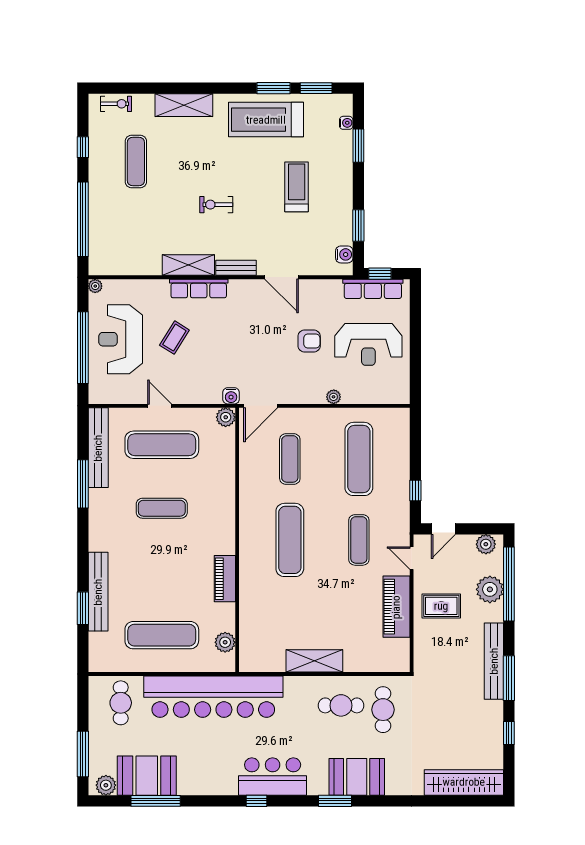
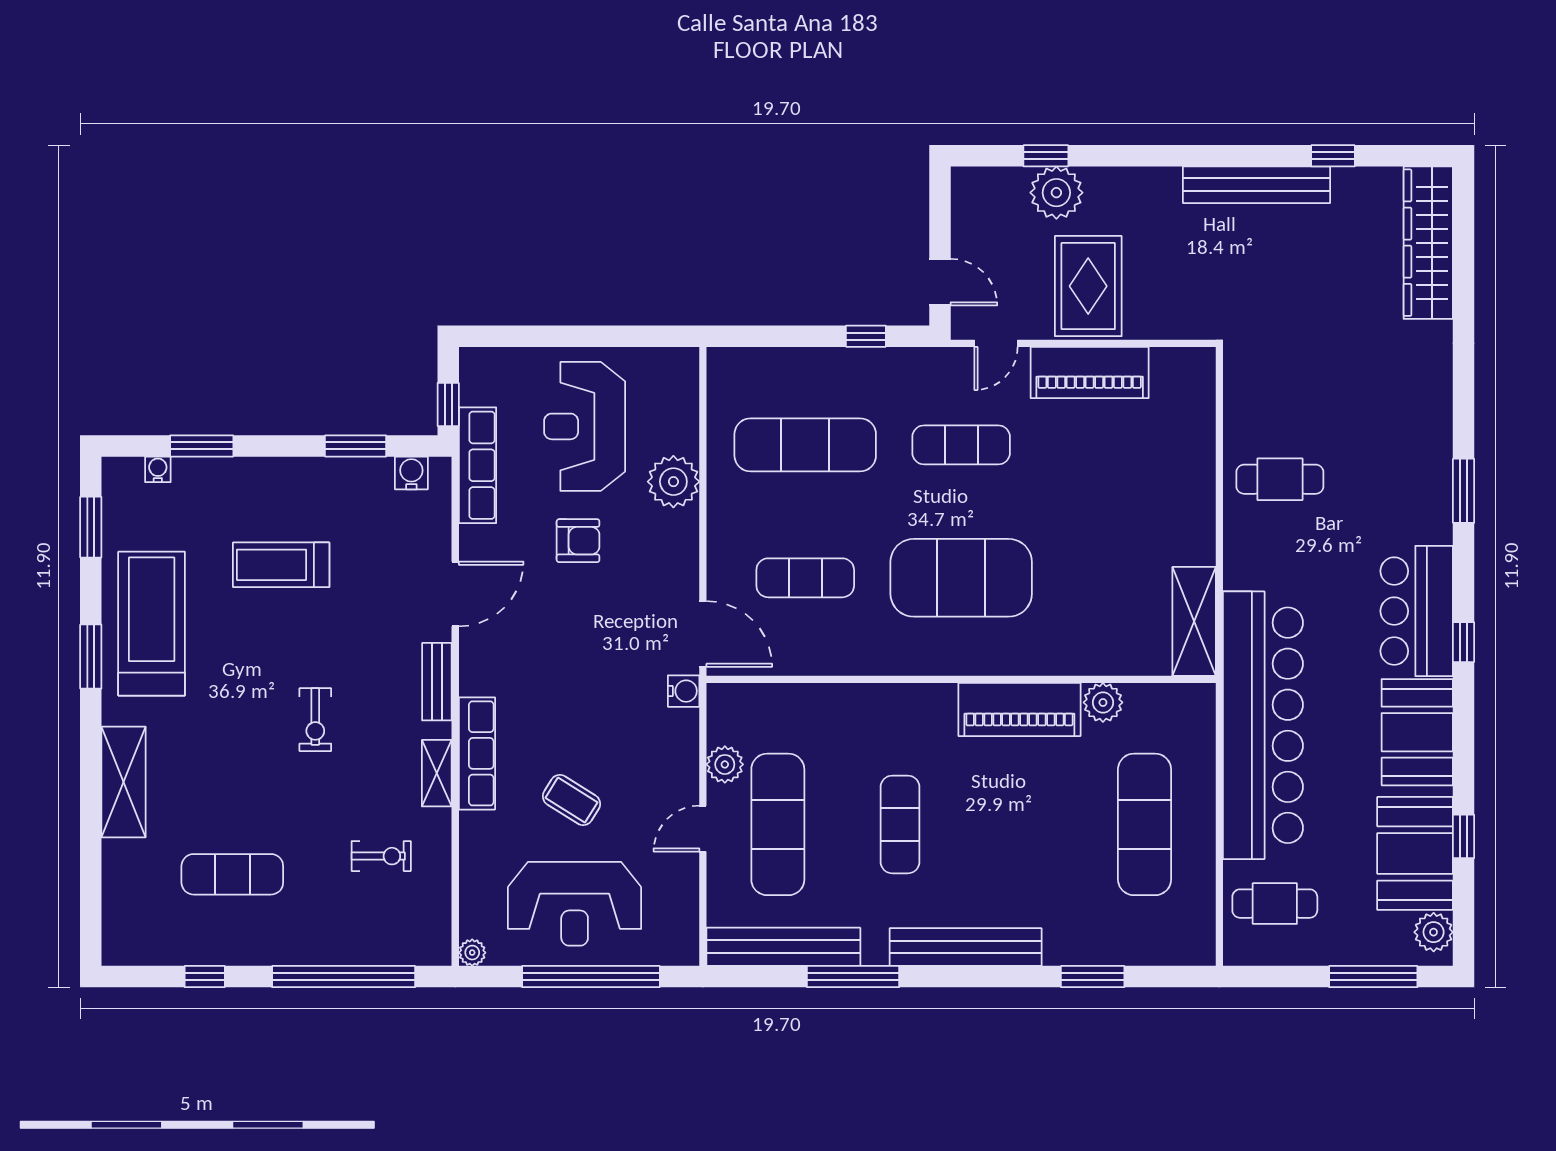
window: (274, 88) -> (91, 657), moved
exercise bike: (116, 104) -> (381, 856), moved, turned 90
treadmill: (266, 120) -> (152, 624), turned 180
shelving: (188, 265) -> (437, 773), width x0.67, depth x0.75
row of seats: (373, 289) -> (478, 465), moved
armchair: (309, 341) -> (578, 541), turned 90
reception desk: (368, 344) -> (585, 426), turned 180
plant: (334, 397) -> (673, 482), width x1.88, depth x1.88
plant: (226, 417) -> (725, 764), moved
exercise mat: (290, 540) -> (961, 578), width x1.47
plant: (486, 544) -> (969, 200), removed
piano: (225, 579) -> (1019, 709), width x1.37, depth x1.33
window: (509, 584) -> (1046, 156), width x0.32
bench: (98, 592) -> (966, 947), moved
rug: (441, 606) -> (1088, 286), width x1.36, depth x1.43
plant: (225, 642) -> (1103, 702), moved
shelving: (314, 661) -> (1194, 621), moved
bench: (494, 661) -> (1256, 185), moved
window: (509, 678) -> (1227, 156), removed
cafe table: (341, 705) -> (1280, 479), turned 90
cafe table: (383, 710) -> (1288, 398), removed
booth: (357, 777) -> (1417, 732), moved
window: (156, 801) -> (1464, 836), width x0.46

